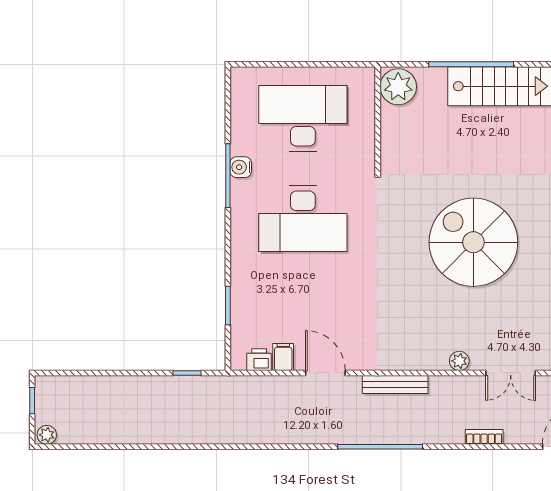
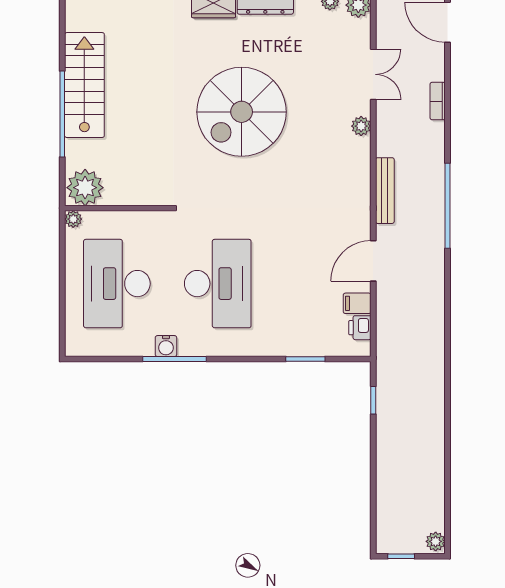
plant: (367, 75) -> (73, 219), added

